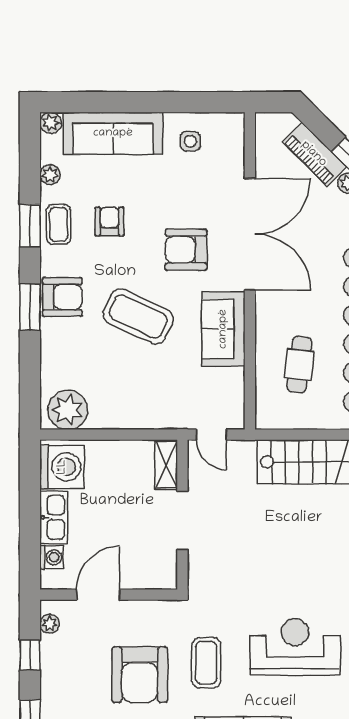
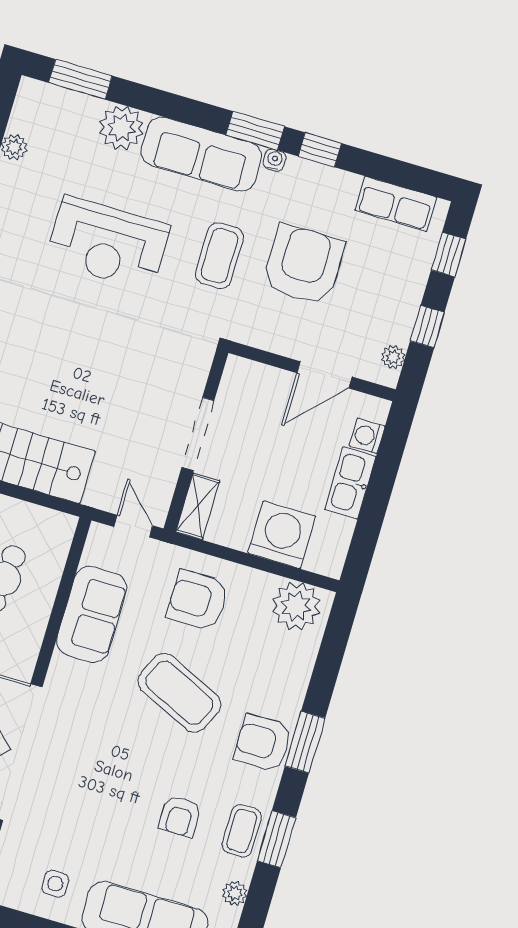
armchair: (186, 250) -> (198, 600), moved, turned 180
sofa: (223, 329) -> (92, 614), moved
washing machine: (62, 467) -> (282, 535), moved, turned 90

